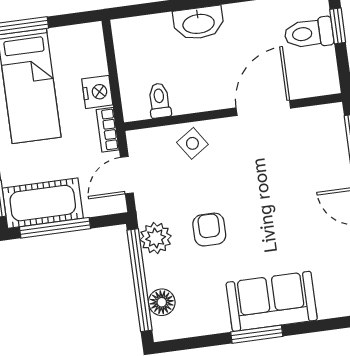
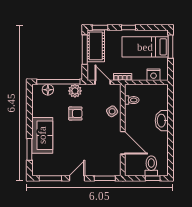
nightstand: (97, 92) -> (154, 75), moved
window: (257, 334) -> (29, 149), moved

